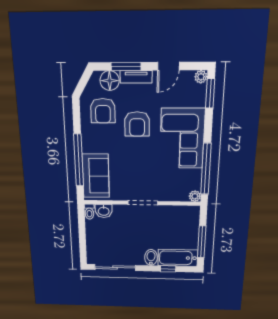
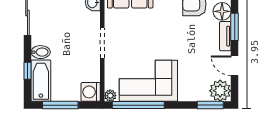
plant: (201, 77) -> (220, 91), width x1.87, depth x1.87
armchair: (137, 124) -> (182, 37), removed
corner sofa: (182, 139) -> (148, 81), moved
washing machine: (190, 214) -> (91, 92), added

